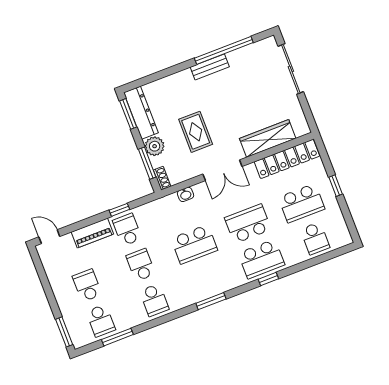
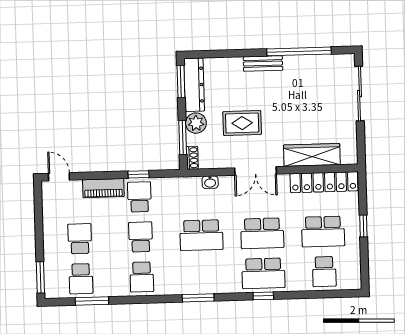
bench: (210, 67) -> (263, 63), moved
rug: (196, 132) -> (242, 123), turned 90
school desk: (248, 224) -> (262, 233), turned 180

